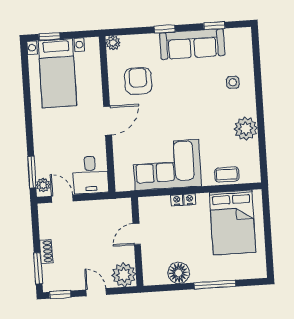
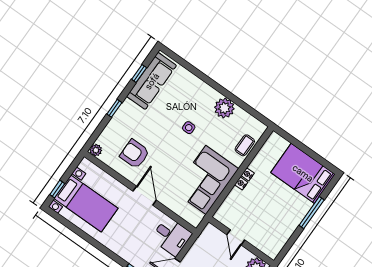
sofa: (192, 44) -> (152, 81), moved
side table: (233, 82) -> (189, 128), moved
nightstand: (177, 200) -> (248, 174), moved
bed: (233, 222) -> (303, 173), moved, turned 180
floor lamp: (179, 273) -> (284, 230), removed

